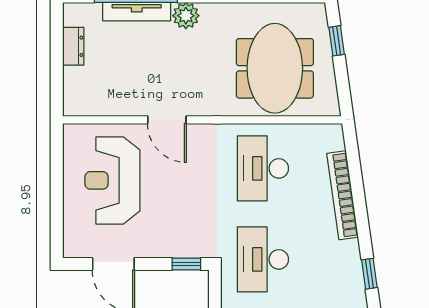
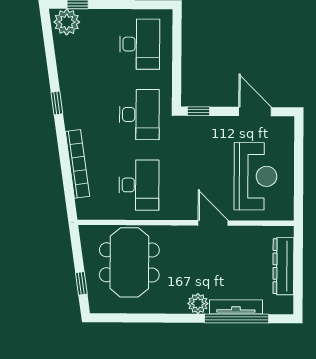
dresser: (73, 46) -> (283, 266), width x1.96, depth x1.24

